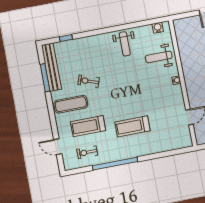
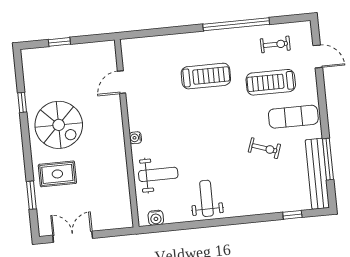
treadmill: (88, 126) -> (271, 82), turned 180

